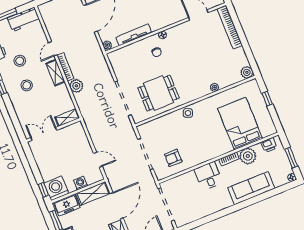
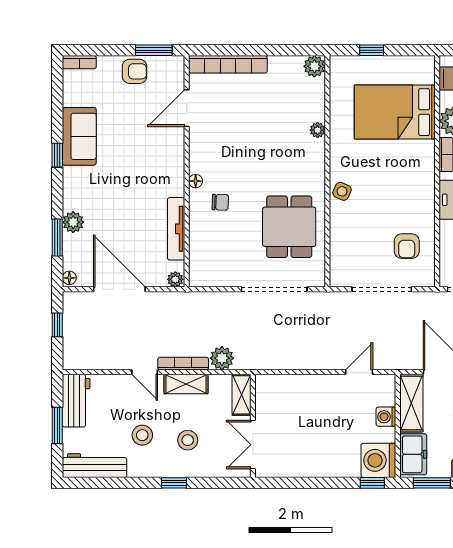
shelving: (67, 118) -> (242, 395), moved
wall: (53, 130) -> (253, 426), moved
double door: (44, 134) -> (253, 445), moved

